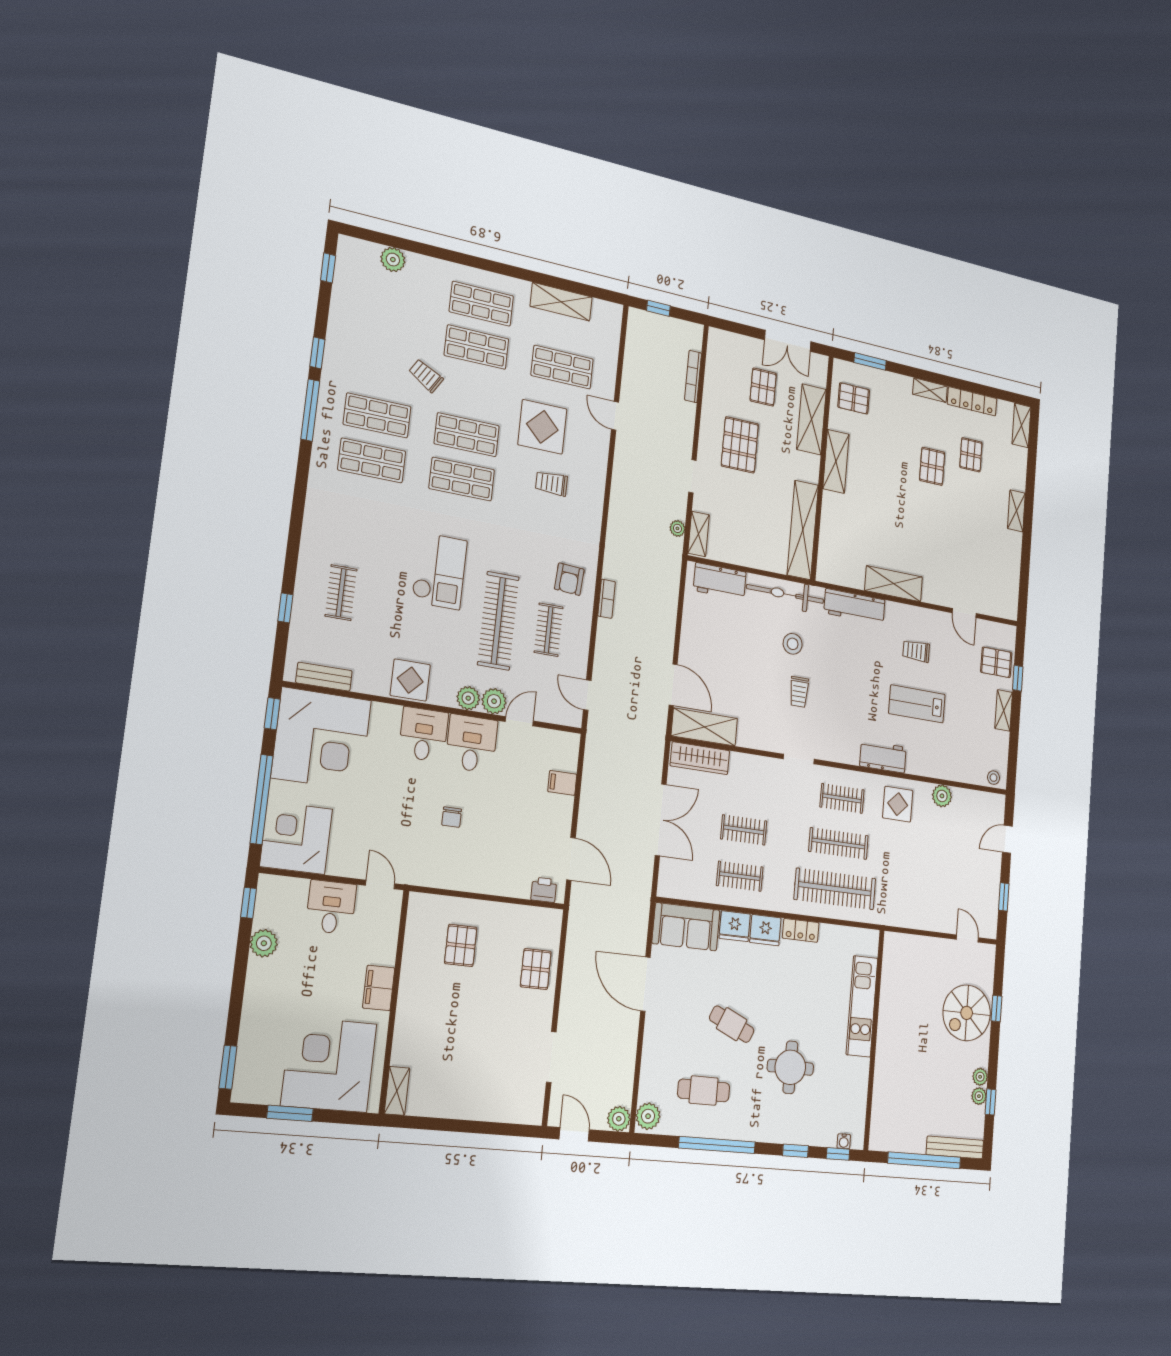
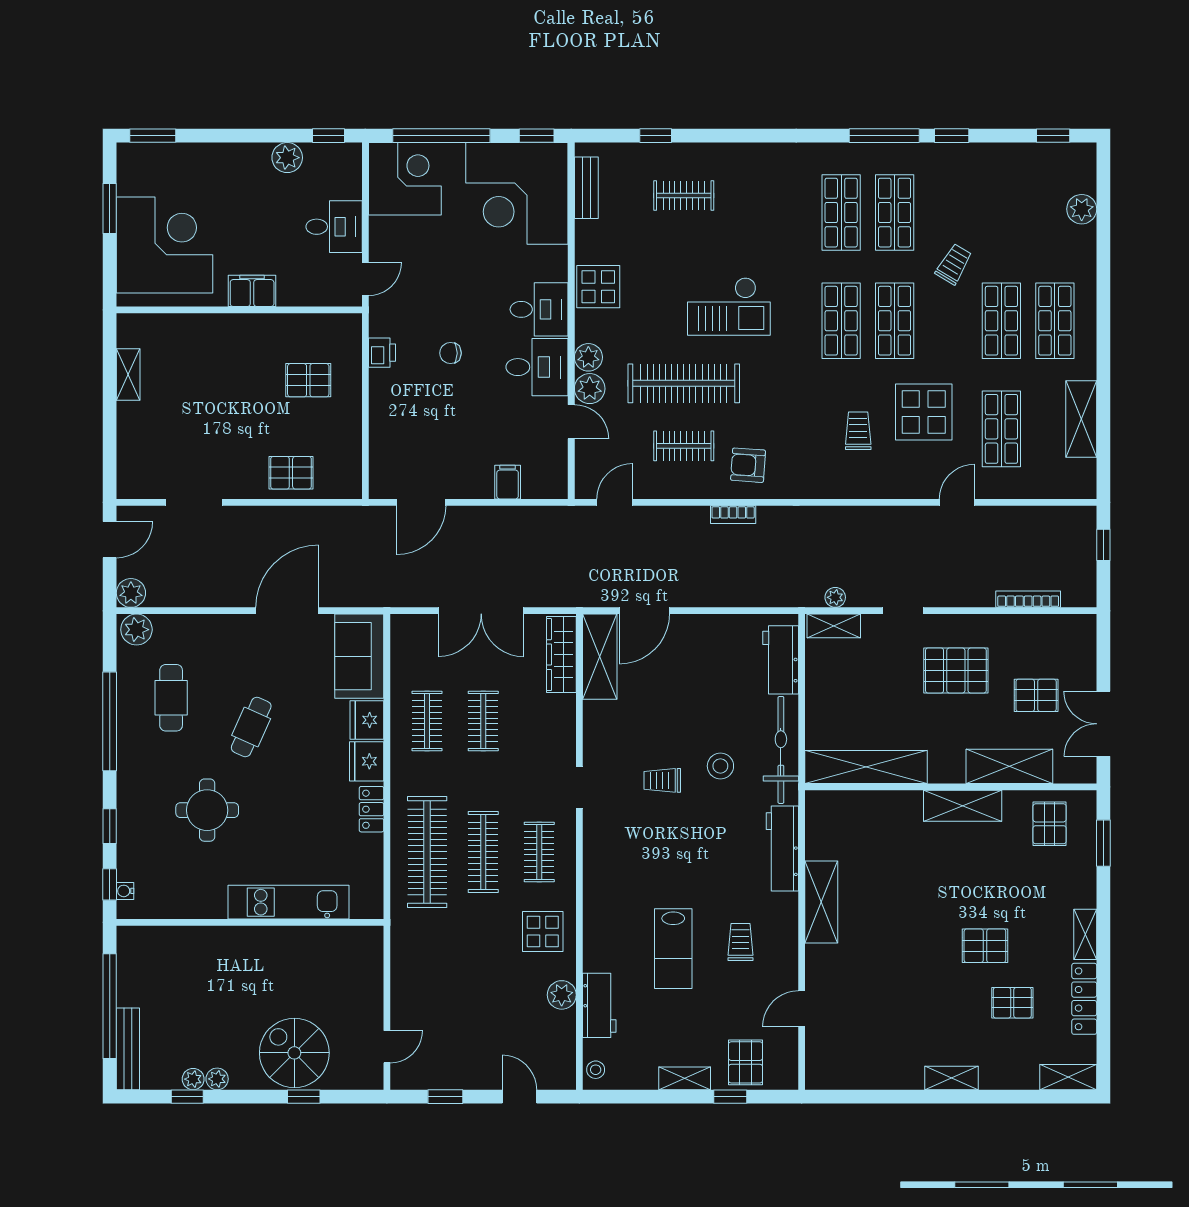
lab bench: (917, 704) -> (673, 949), turned 180
workbench: (883, 757) -> (599, 1005), moved
printer: (544, 890) -> (382, 353), moved
shelving: (397, 1091) -> (128, 375), moved, turned 90

